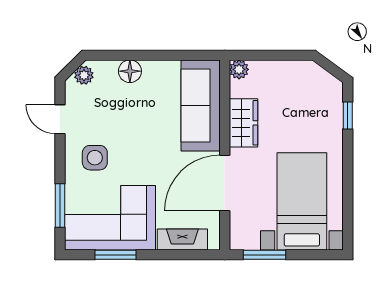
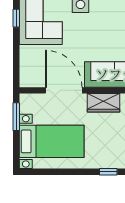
fireplace: (182, 239) -> (26, 62), removed
window: (116, 255) -> (16, 18), width x0.67

